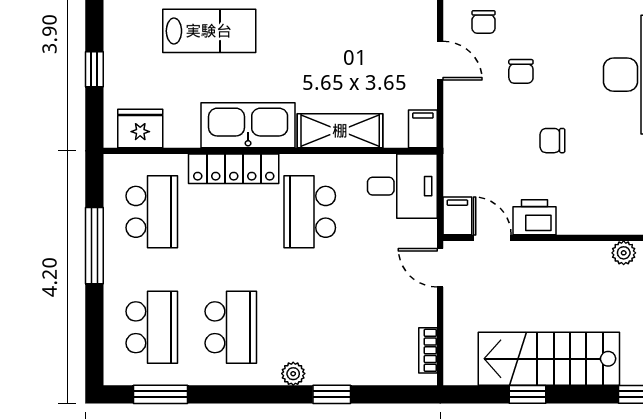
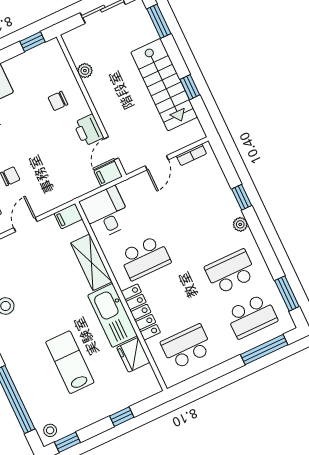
fridge: (140, 128) -> (133, 355), moved
chair: (552, 141) -> (58, 101), moved, turned 90
window: (94, 246) -> (264, 350), moved
door: (440, 268) -> (157, 163), moved
school desk: (152, 327) -> (252, 316), turned 180

